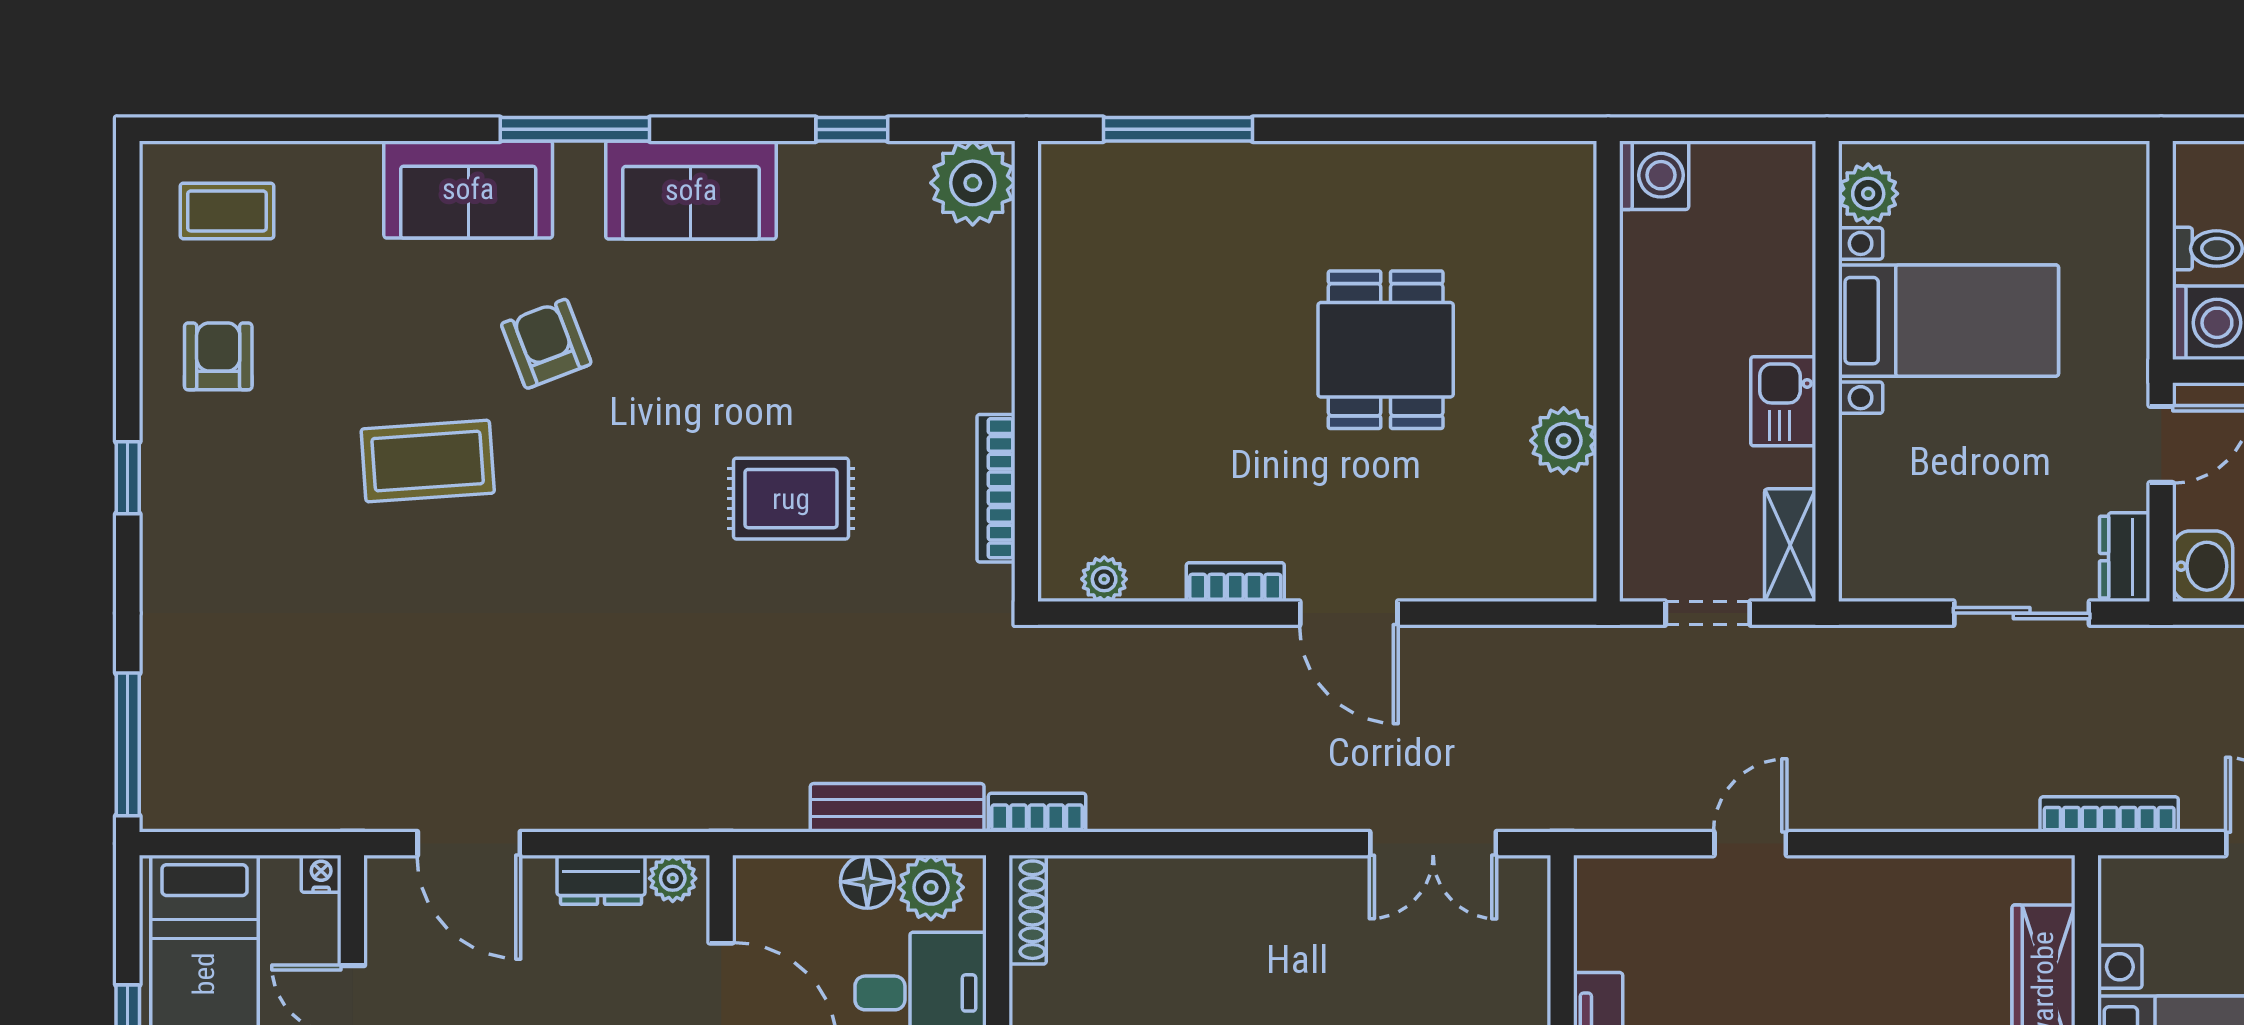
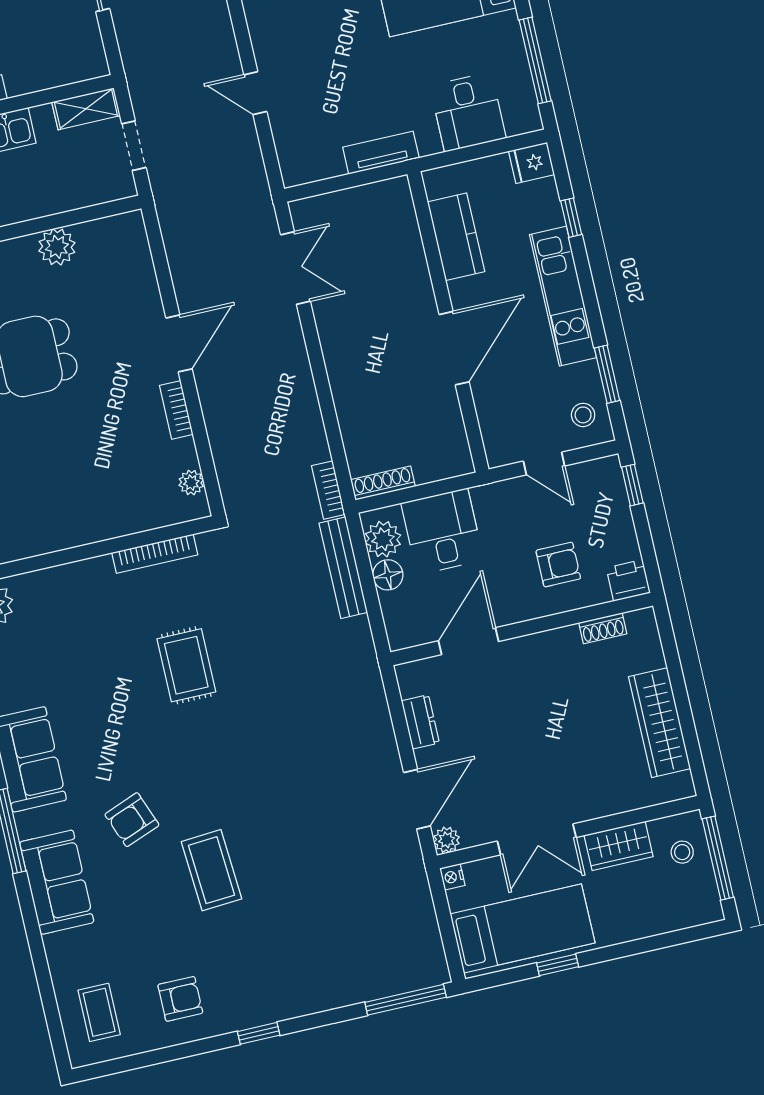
armchair: (218, 356) -> (180, 999), turned 180
plant: (673, 878) -> (447, 840), moved

